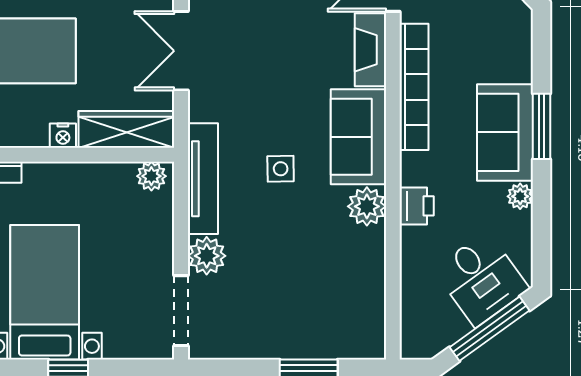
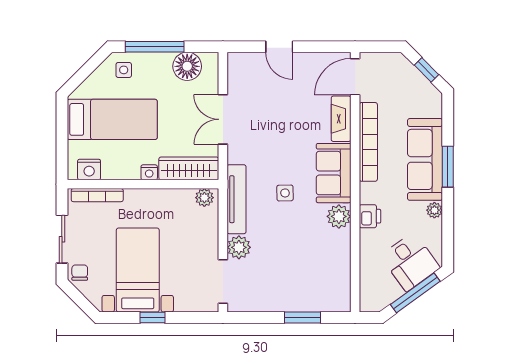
sofa: (505, 132) -> (425, 159), width x1.36

